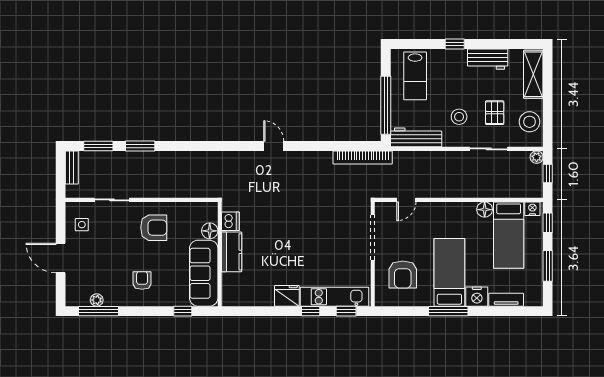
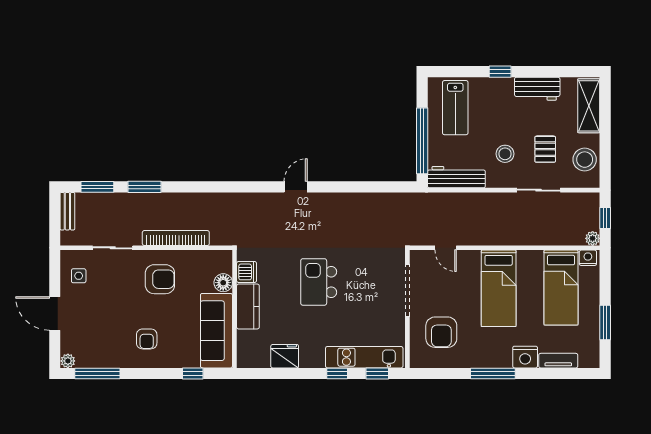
door: (274, 146) -> (296, 187), hinge flipped
bookcase: (363, 157) -> (176, 238), moved, turned 180
plant: (537, 157) -> (593, 238), moved
door: (406, 200) -> (446, 248), hinge flipped
floor lamp: (485, 210) -> (534, 259), removed
window: (548, 223) -> (605, 274), removed
kitchen island: (294, 230) -> (319, 282), added
bed: (449, 272) -> (499, 288), moved, turned 180
armchair: (142, 281) -> (147, 339), turned 180
fridge: (287, 296) -> (285, 356), moved
plant: (97, 300) -> (68, 361), moved

